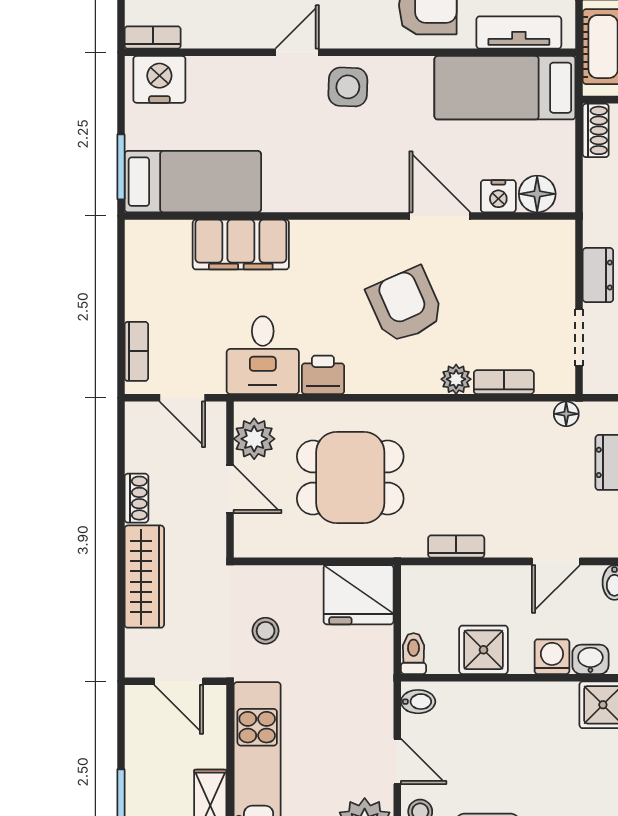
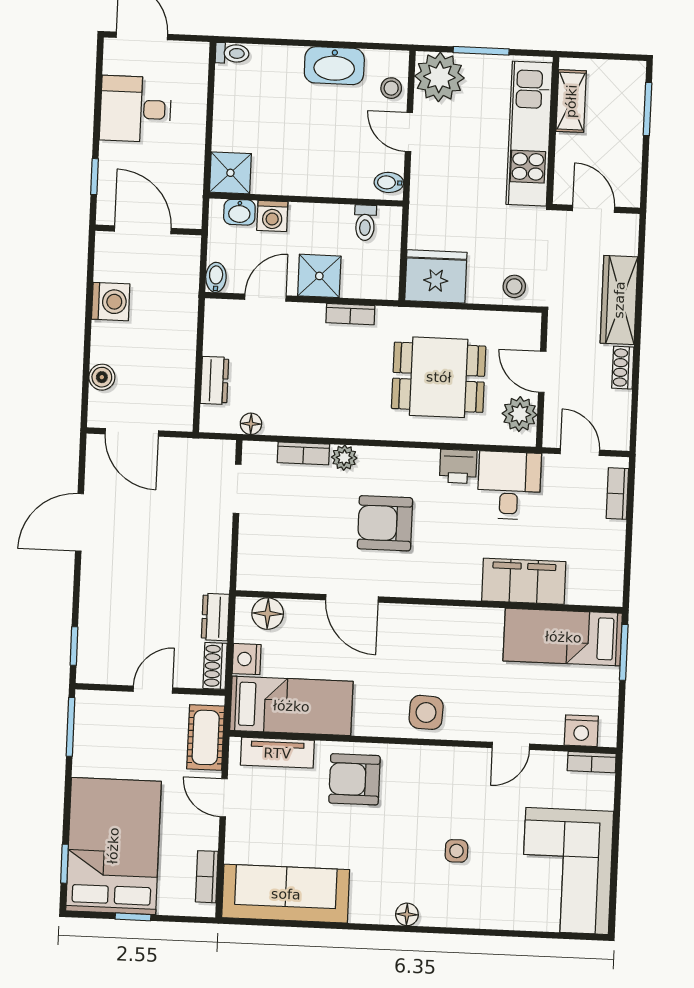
door: (297, 52) -> (511, 746), moved
nightstand: (159, 79) -> (581, 731), width x0.74, depth x0.75
nightstand: (498, 196) -> (247, 659), moved, turned -90
dresser: (598, 275) -> (215, 617), moved
armchair: (405, 305) -> (385, 523), turned 114
stool: (266, 631) -> (514, 286), moved
shower: (483, 650) -> (319, 276), moved
toilet: (414, 654) -> (365, 223), moved

